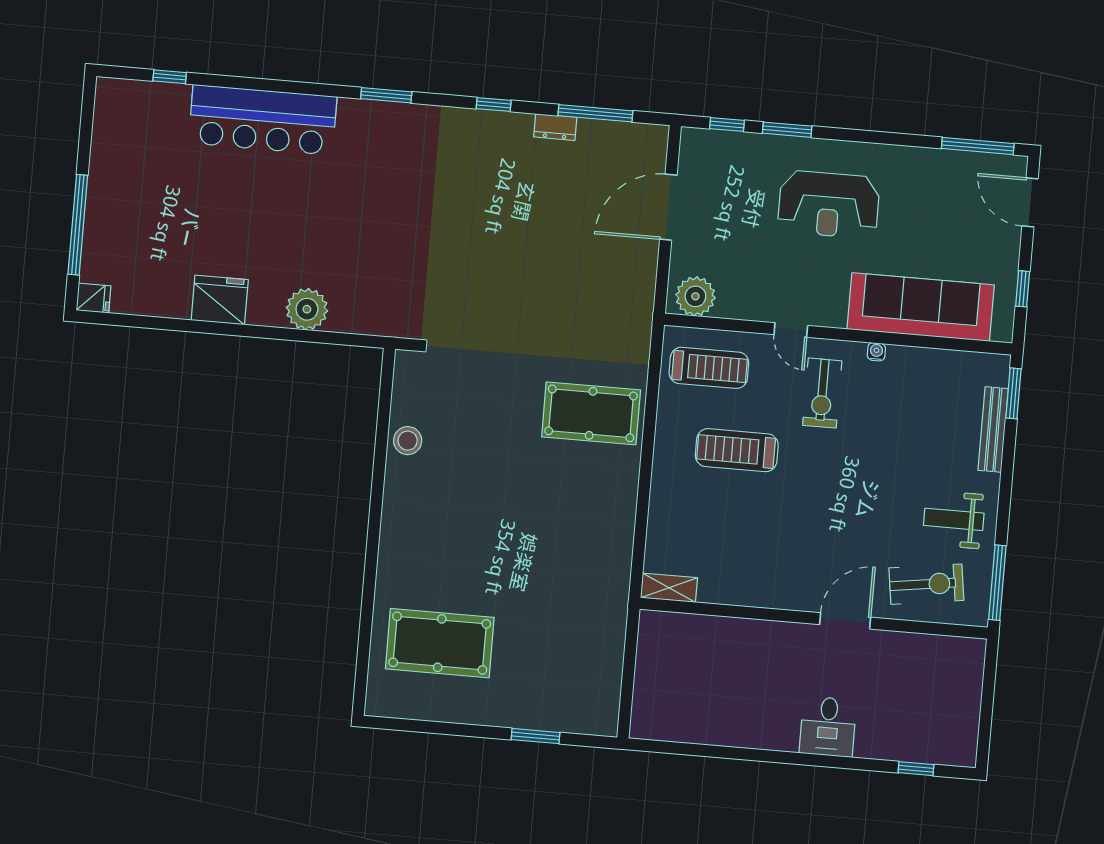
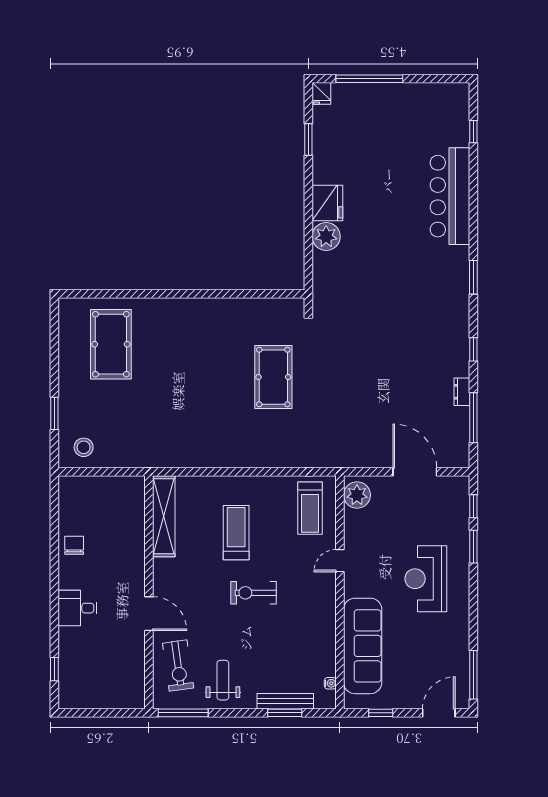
fridge: (220, 300) -> (327, 203), moved
window: (160, 323) -> (308, 140), added
water cooler: (876, 352) -> (330, 683), moved
exercise bike: (822, 393) -> (254, 593), moved
window: (1014, 393) -> (285, 713), moved
pool table: (591, 413) -> (273, 377), moved
stool: (408, 441) -> (84, 447), moved
treadmill: (737, 450) -> (236, 533), moved
shelving: (669, 588) -> (164, 516), width x2.20, depth x1.33
chair: (734, 724) -> (74, 545), added

